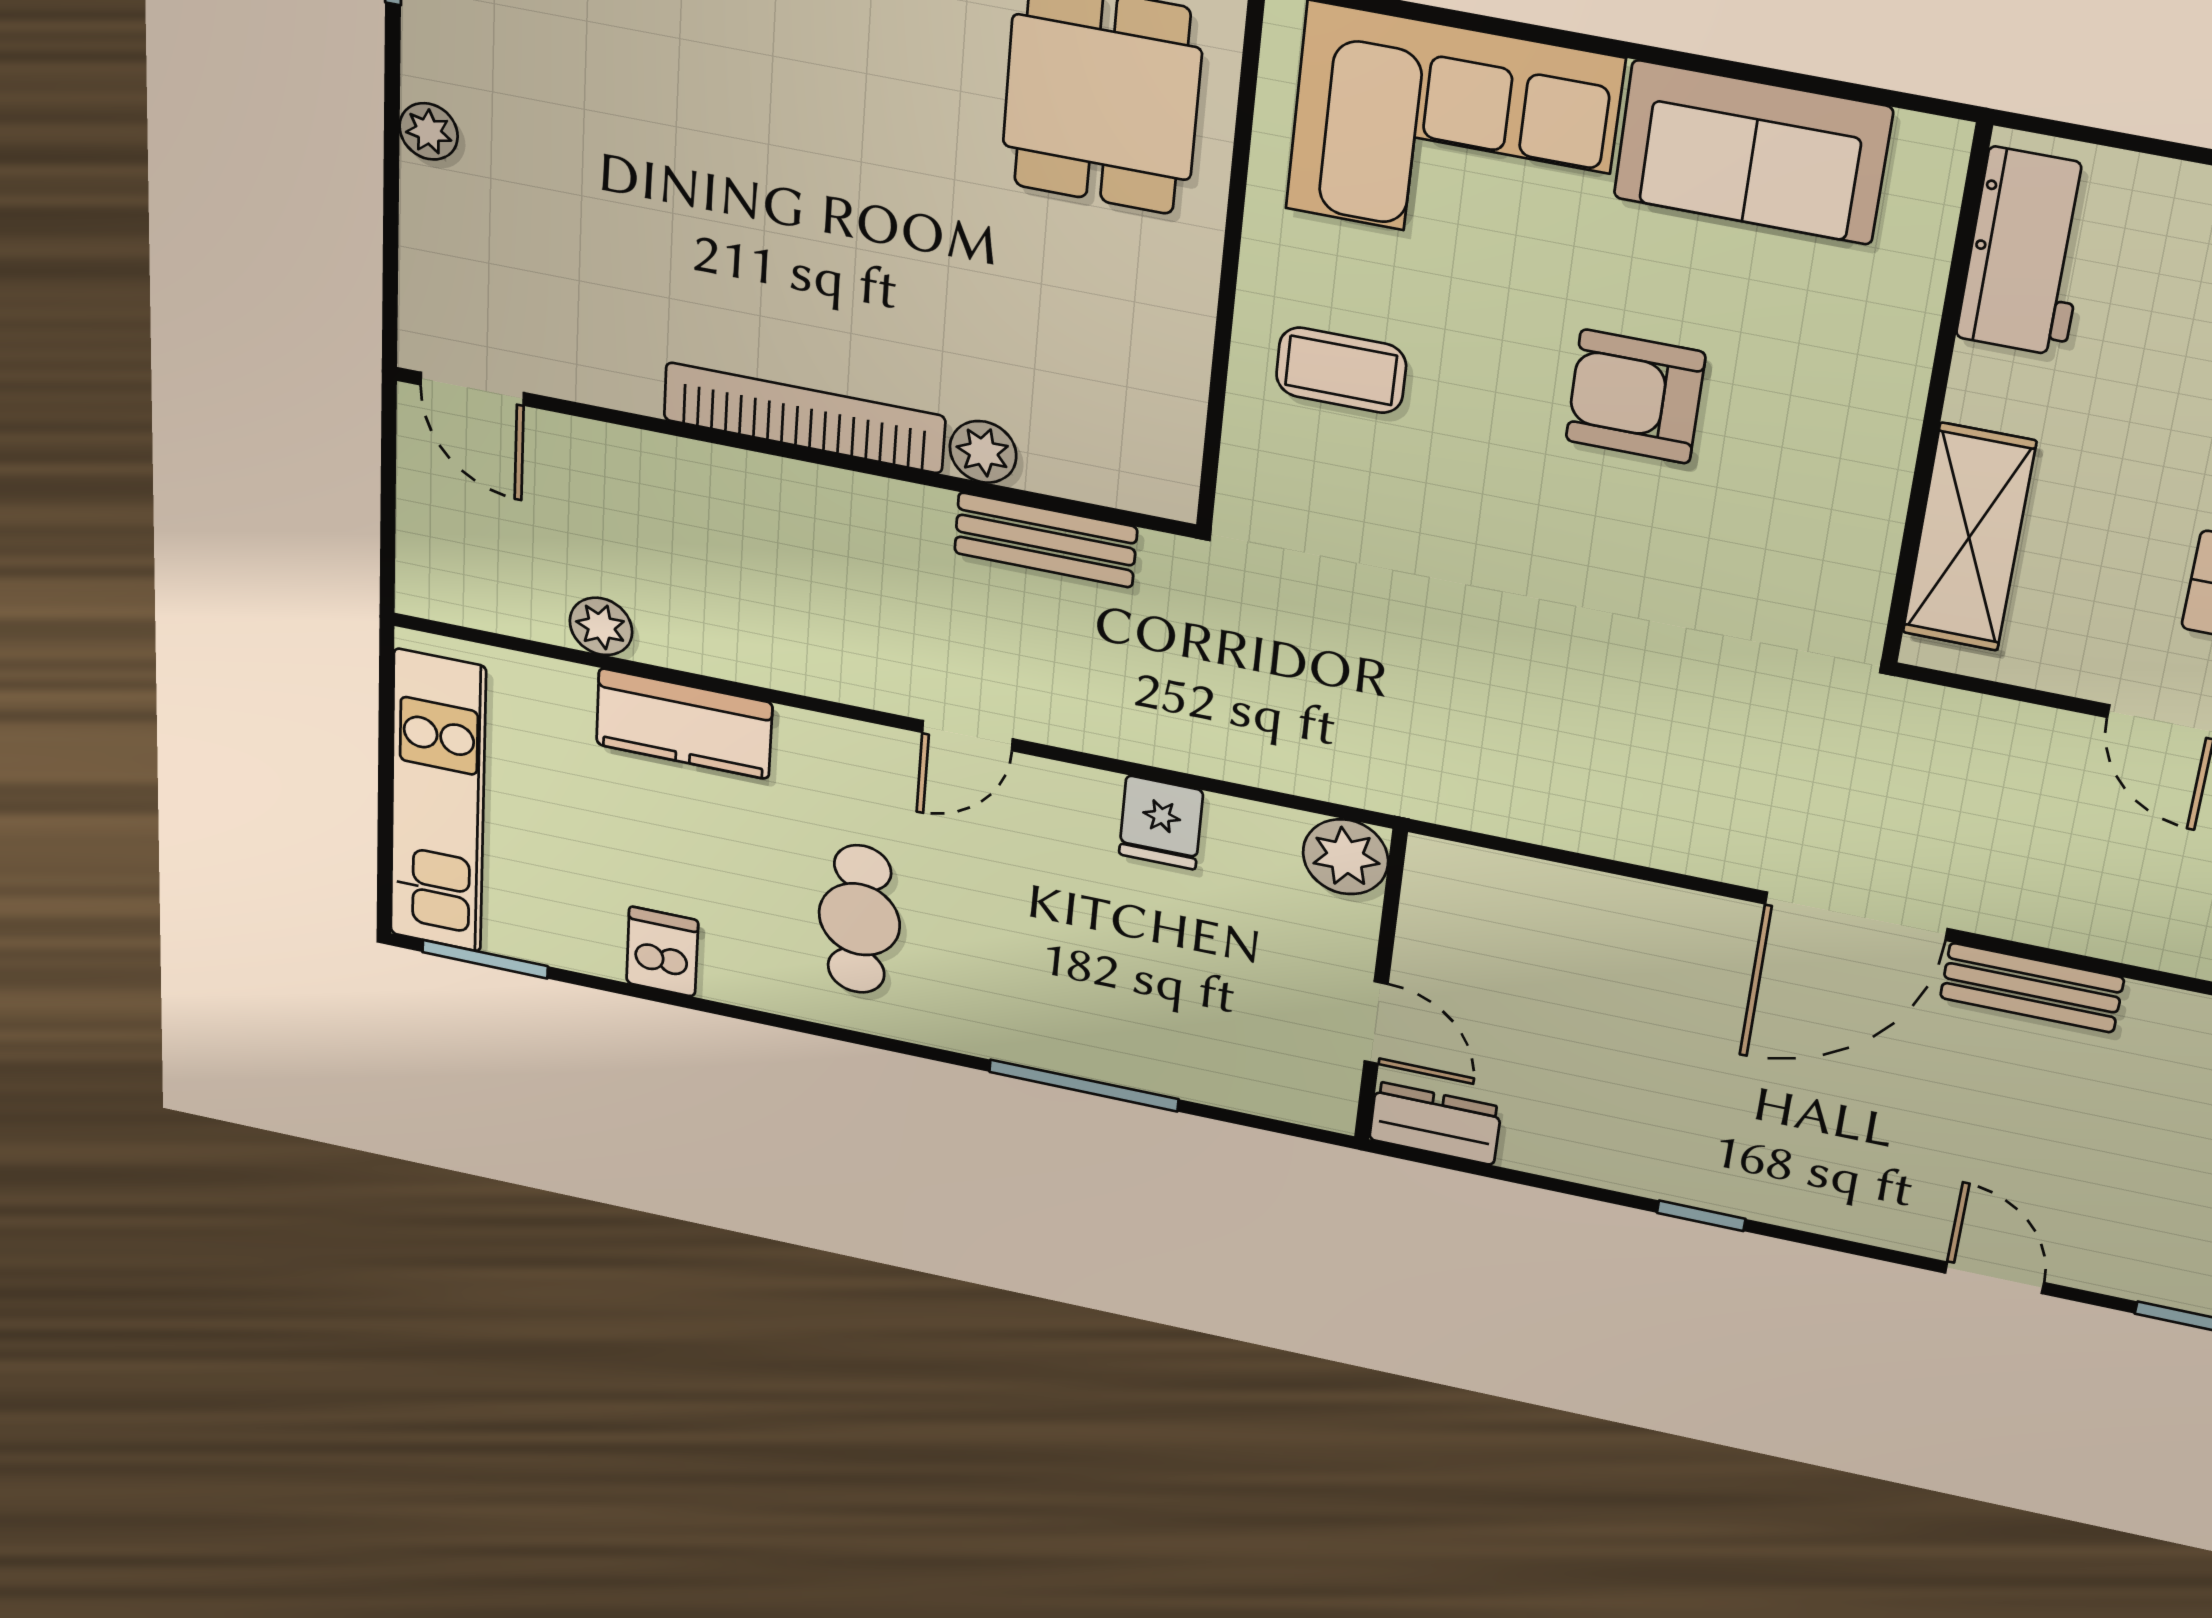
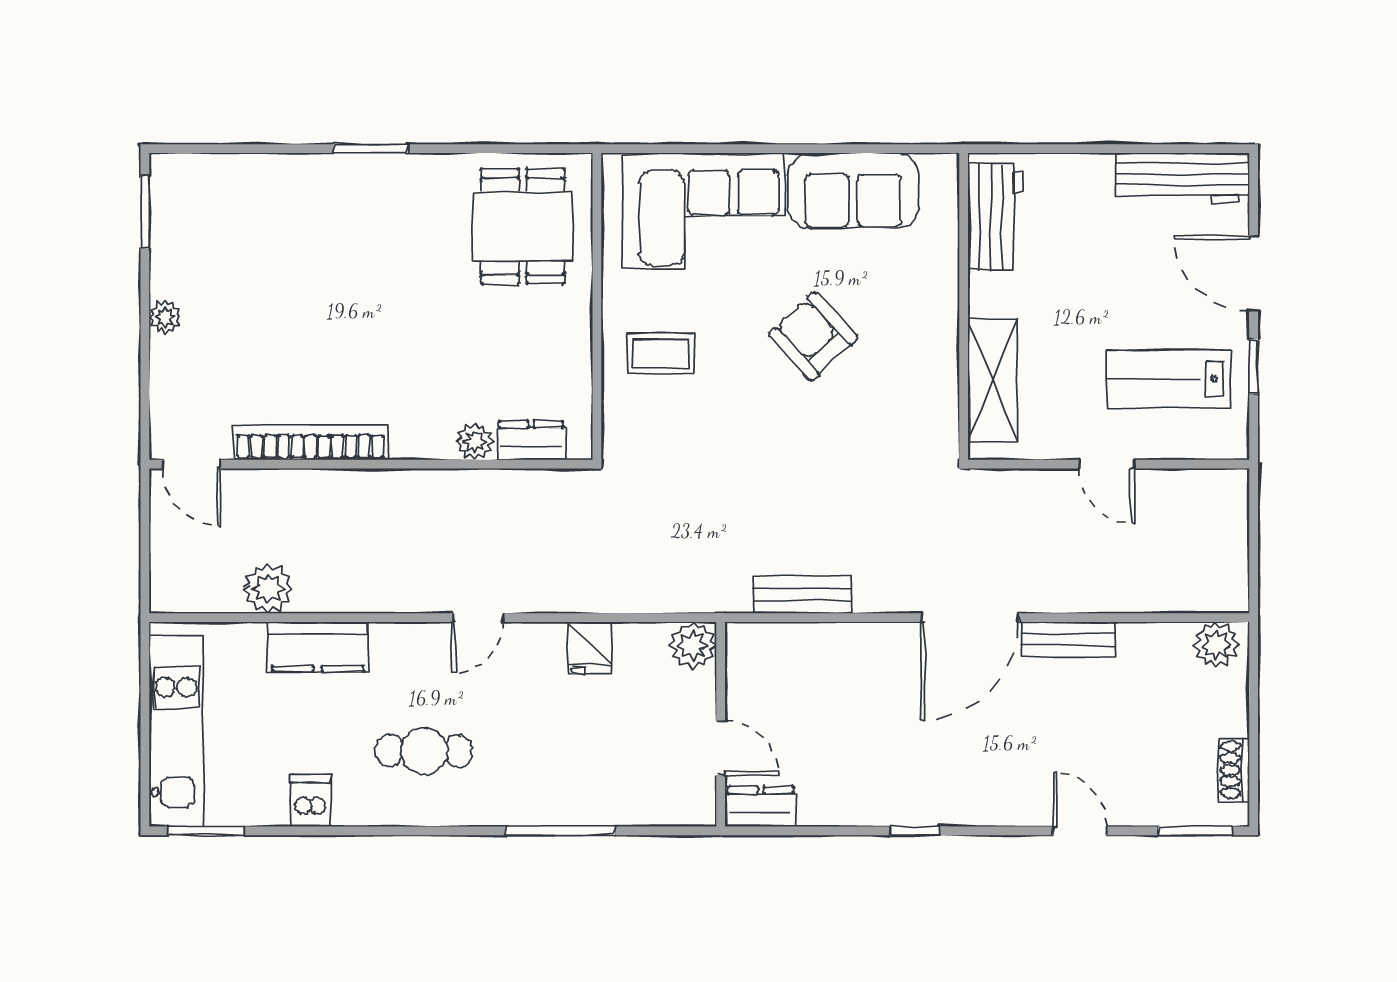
armchair: (1635, 397) -> (813, 336), turned 47
bookcase: (804, 418) -> (310, 442), moved
dresser: (1086, 470) -> (531, 440), added
bench: (1046, 540) -> (802, 595), moved
plant: (601, 626) -> (268, 589), width x1.38, depth x1.38
cafe table: (859, 919) -> (424, 751), turned 90

